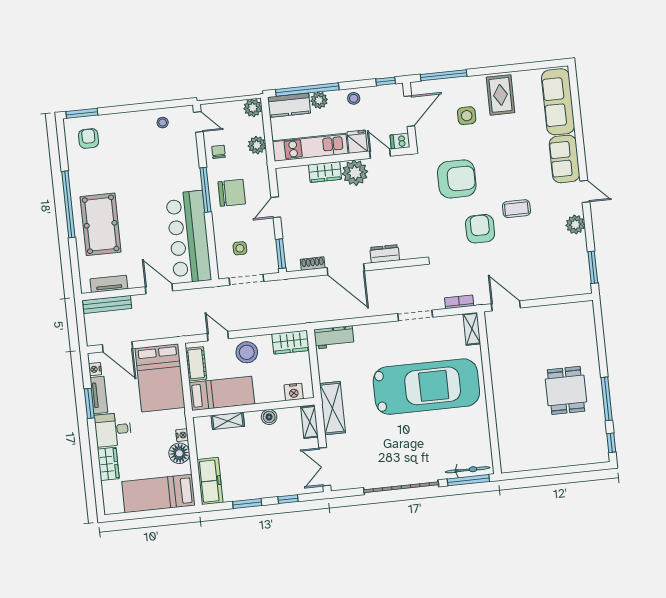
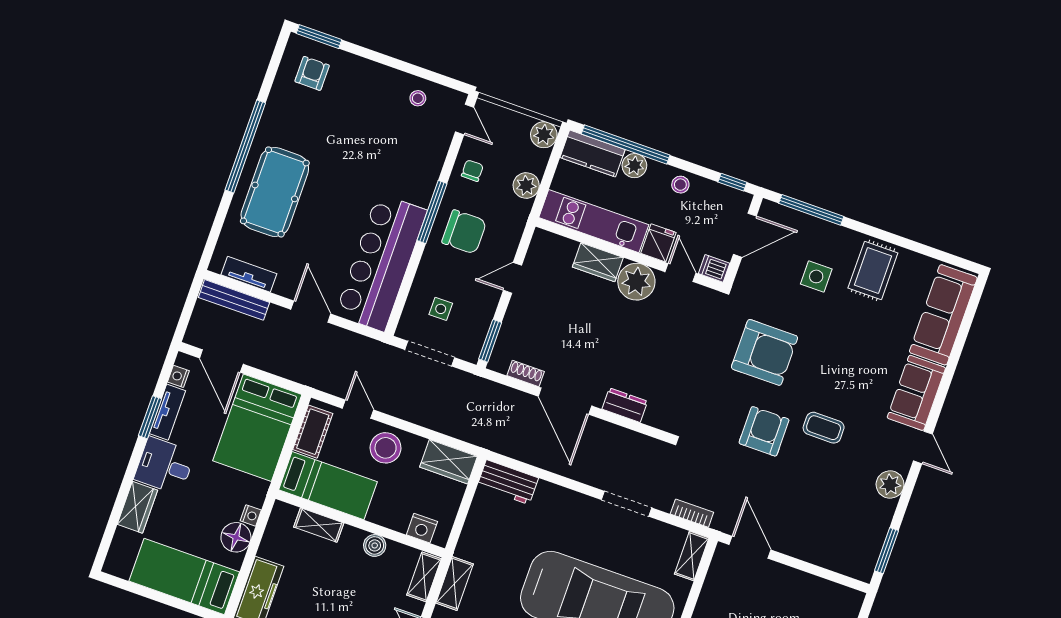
shelving: (332, 408) -> (455, 583), width x0.67, depth x0.75

